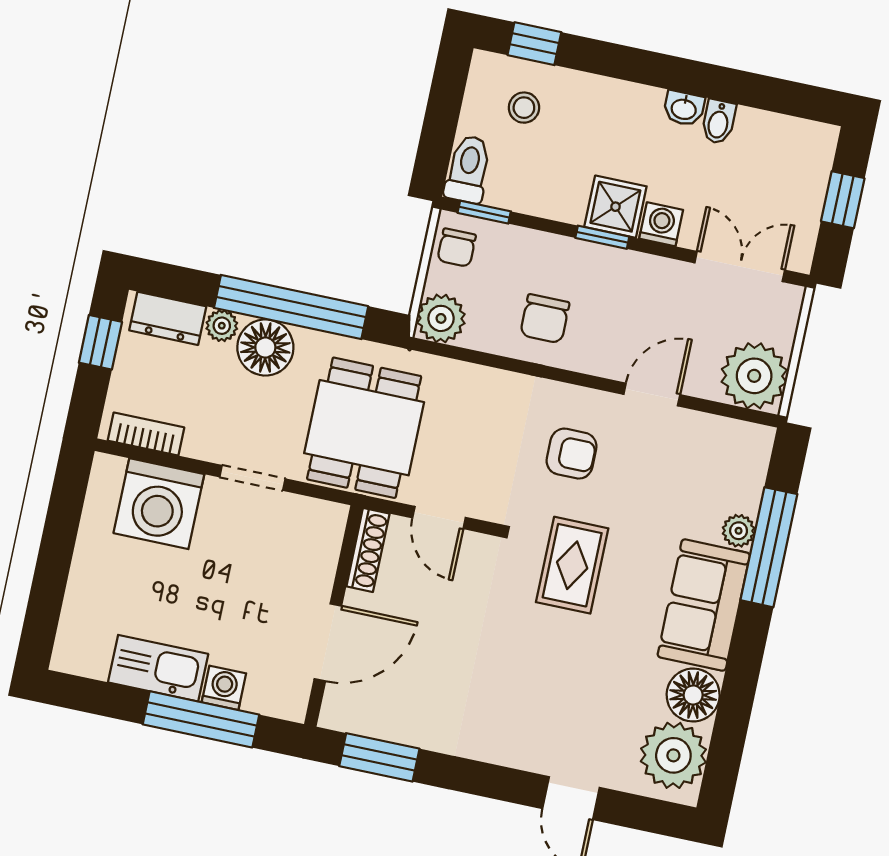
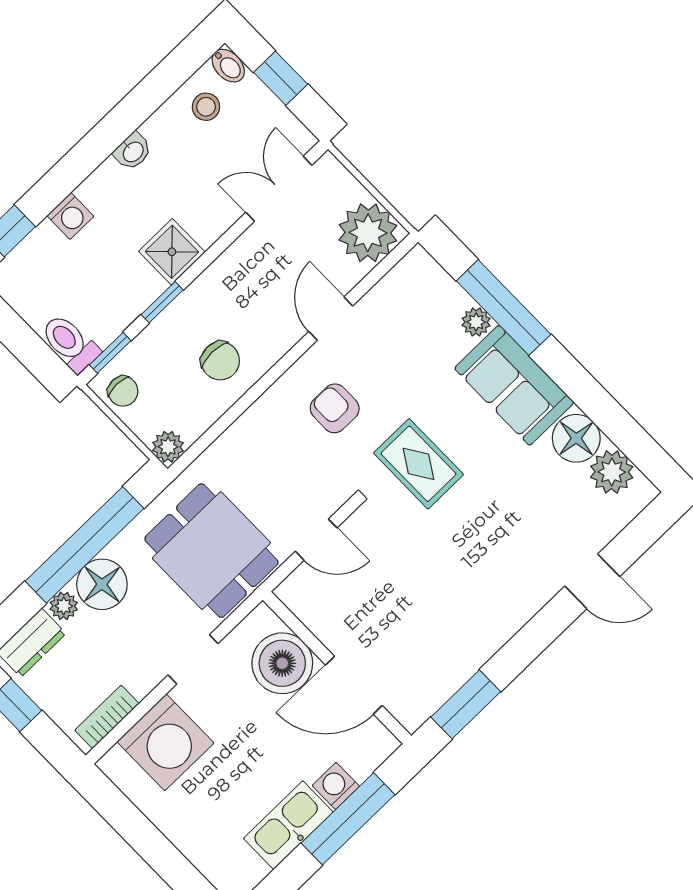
stool: (524, 108) -> (206, 107), moved
bidet: (719, 122) -> (228, 66), moved
washing machine: (661, 224) -> (70, 216), moved, turned 180
window: (602, 237) -> (162, 302), moved
plant: (441, 318) -> (168, 447), width x0.73, depth x0.73
armchair: (572, 454) -> (335, 408), turned -90
shoe rack: (368, 550) -> (305, 609), removed
boiler: (304, 563) -> (282, 663), added
door: (328, 642) -> (354, 685), swing flipped
plant: (673, 755) -> (612, 472), width x0.73, depth x0.73

